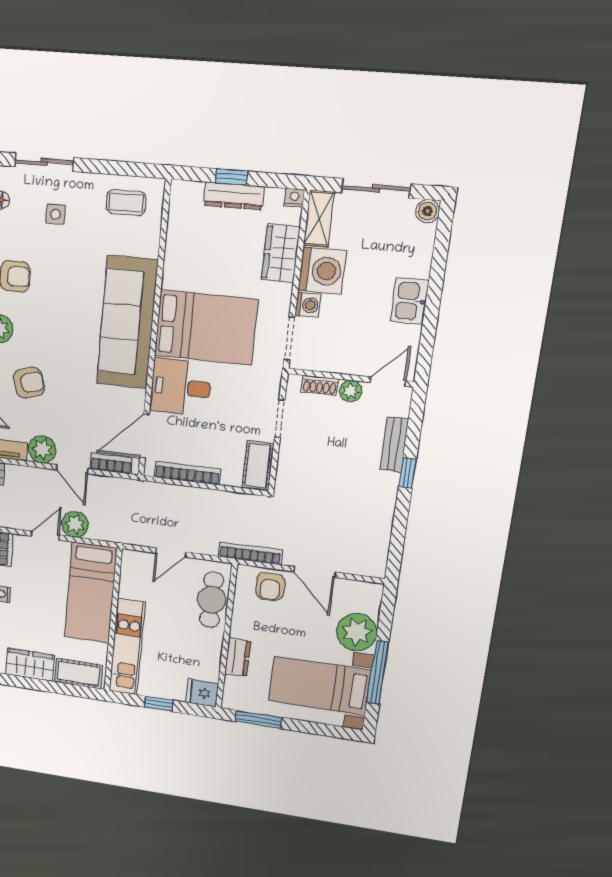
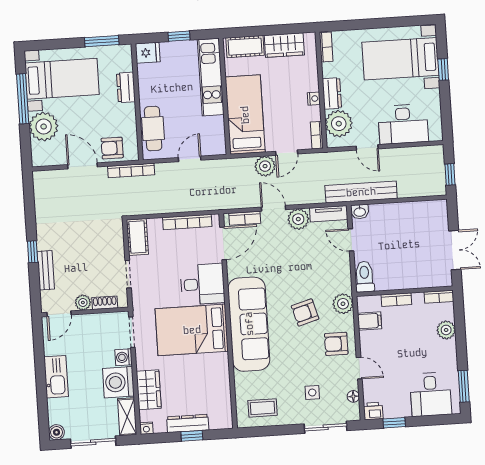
kitchen sink: (410, 301) -> (56, 377), width x1.38
armchair: (29, 383) -> (305, 312), moved
armchair: (270, 586) -> (112, 148), turned -90

